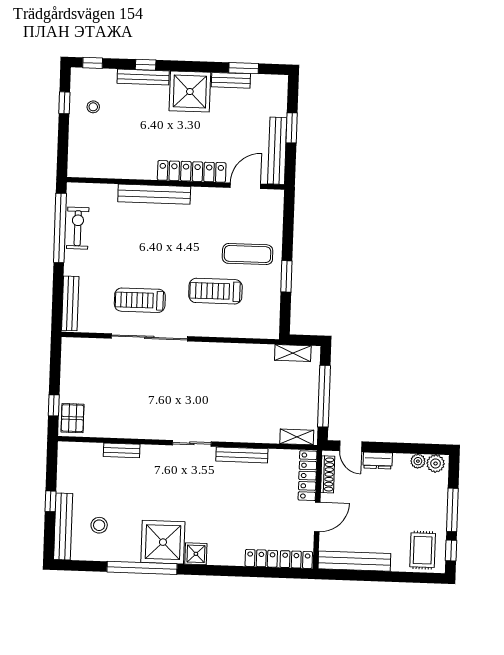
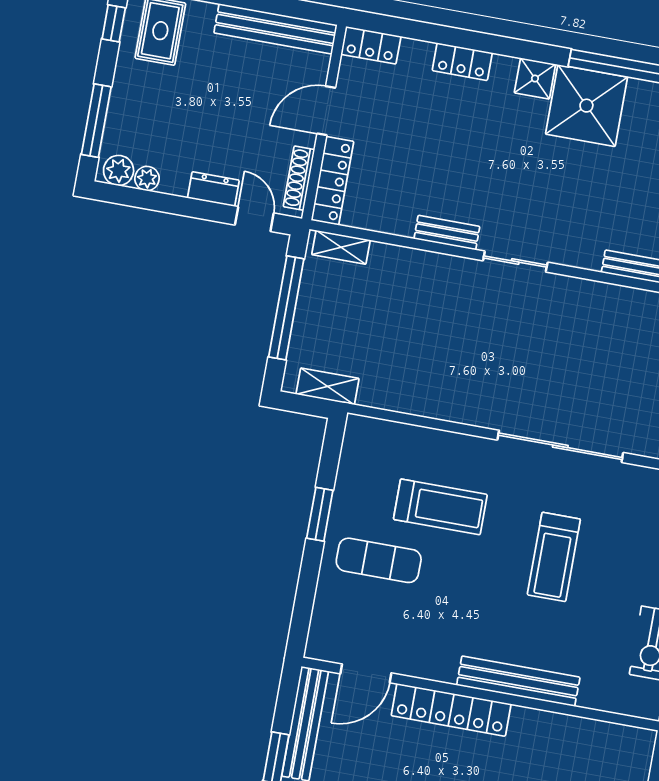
treadmill: (140, 300) -> (554, 557), moved, turned 90
bench: (242, 455) -> (447, 233), width x0.73
window: (452, 510) -> (96, 121), moved
locker: (261, 558) -> (462, 62), moved

